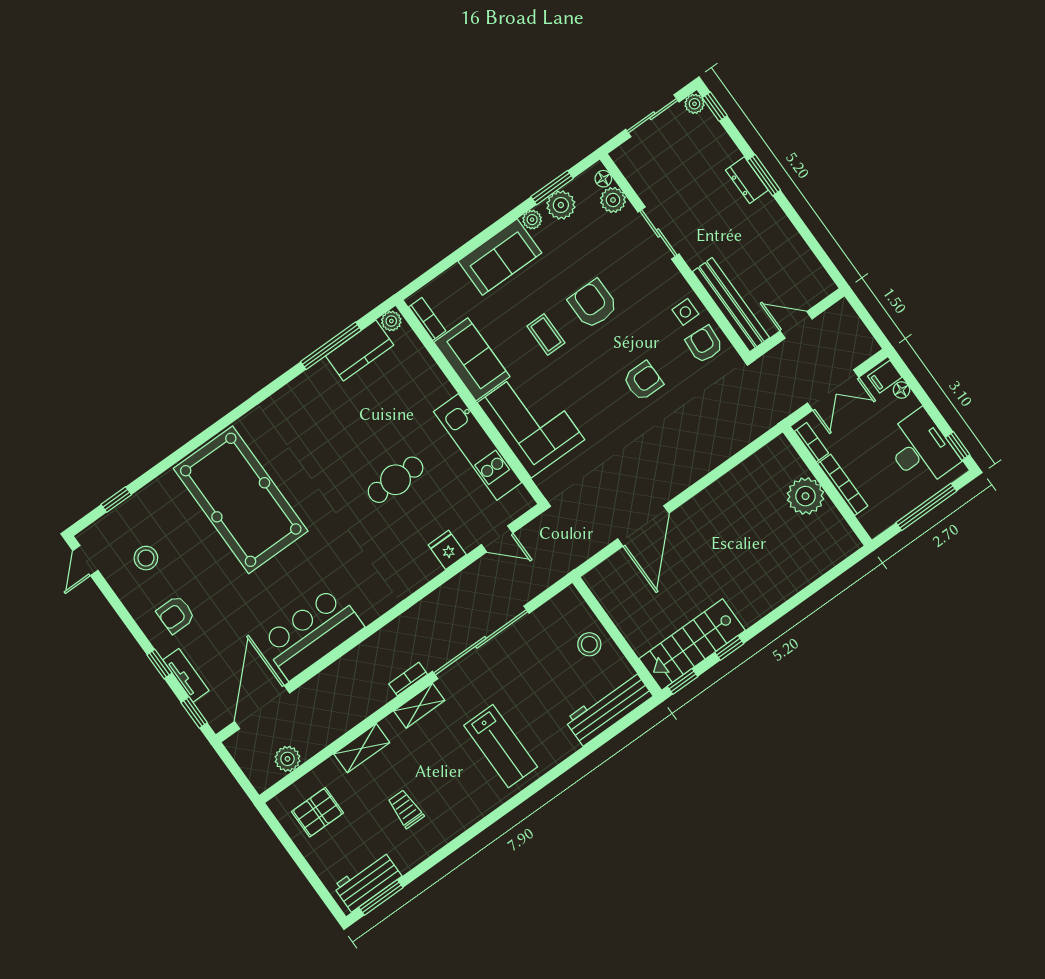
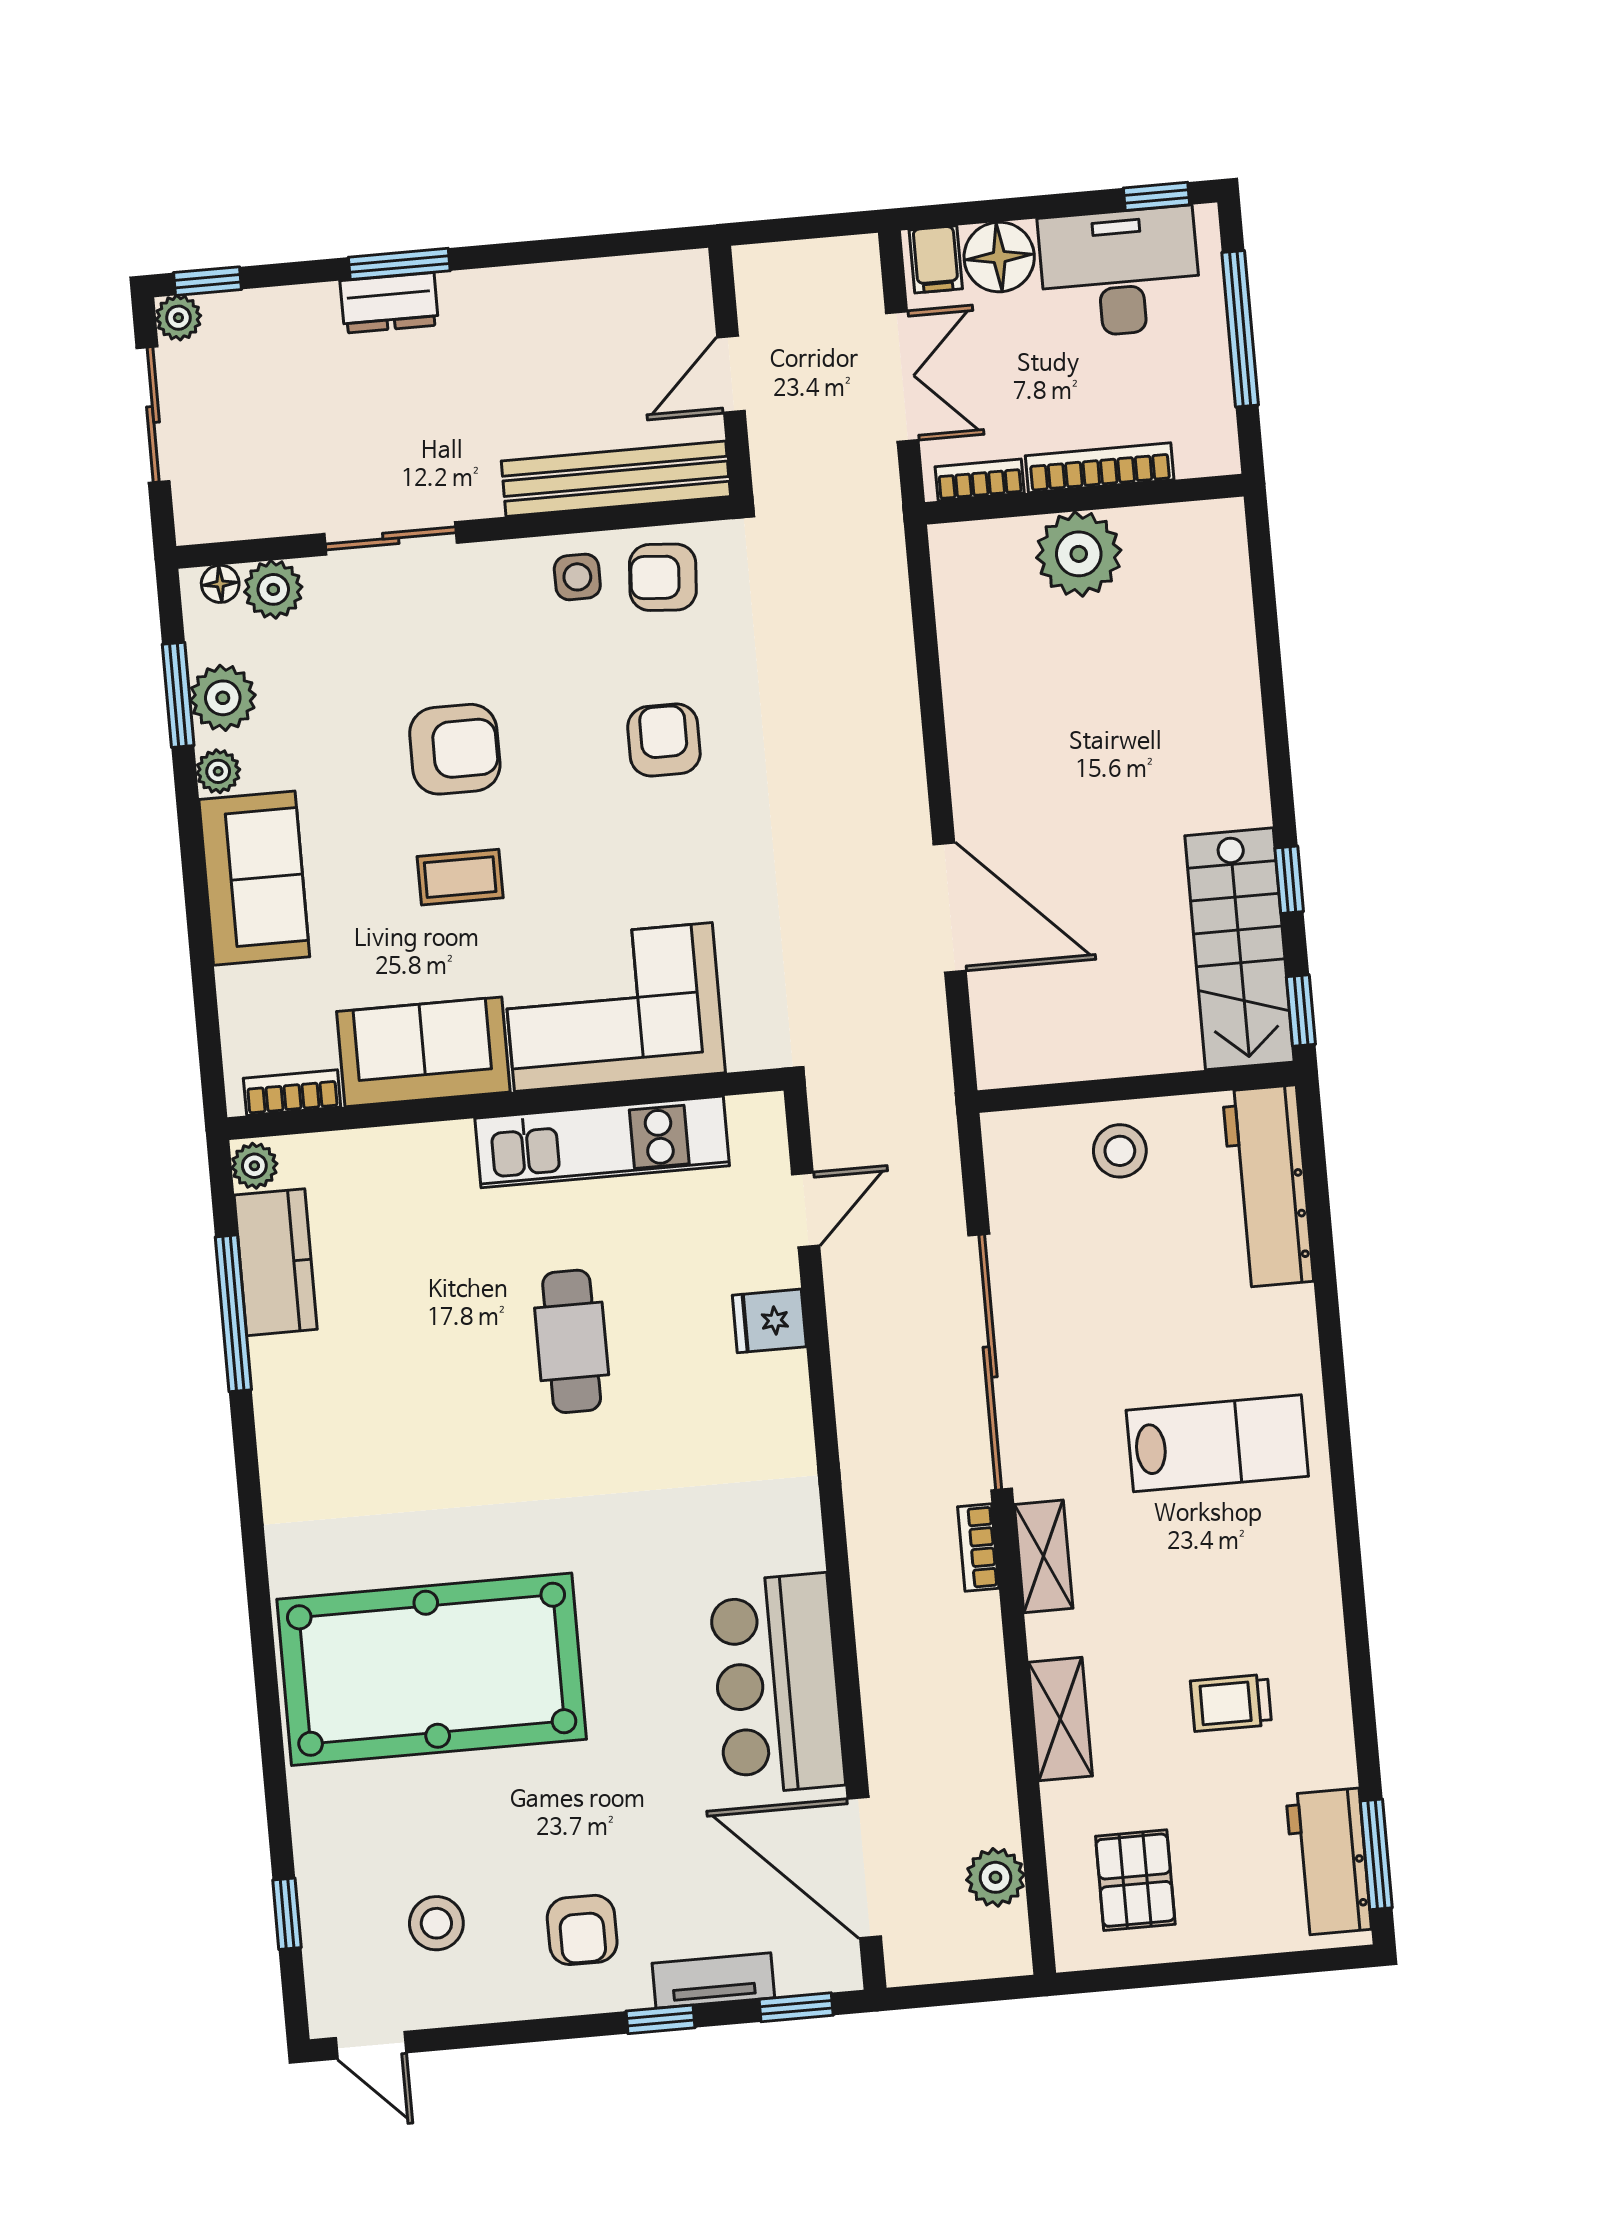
armchair: (593, 304) -> (455, 749), turned 180
floor lamp: (902, 390) -> (999, 257), width x1.89, depth x1.89

